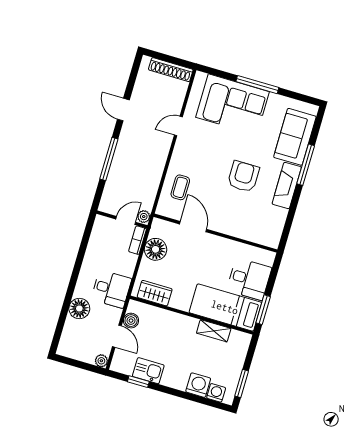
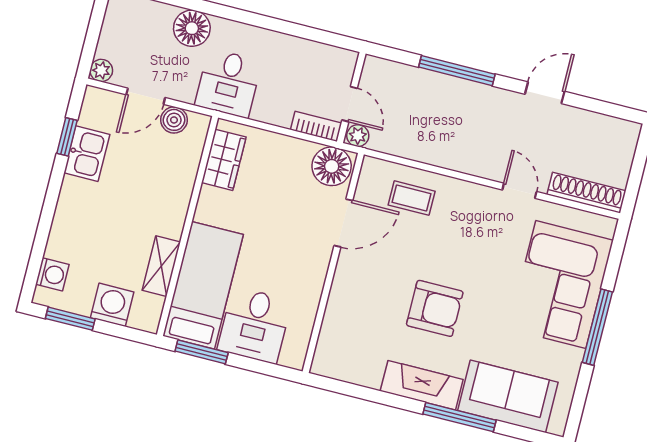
shoe rack: (171, 70) -> (586, 193), moved, turned 90
floor lamp: (156, 249) -> (332, 166), moved
washing machine: (198, 385) -> (112, 305), moved, turned -90

